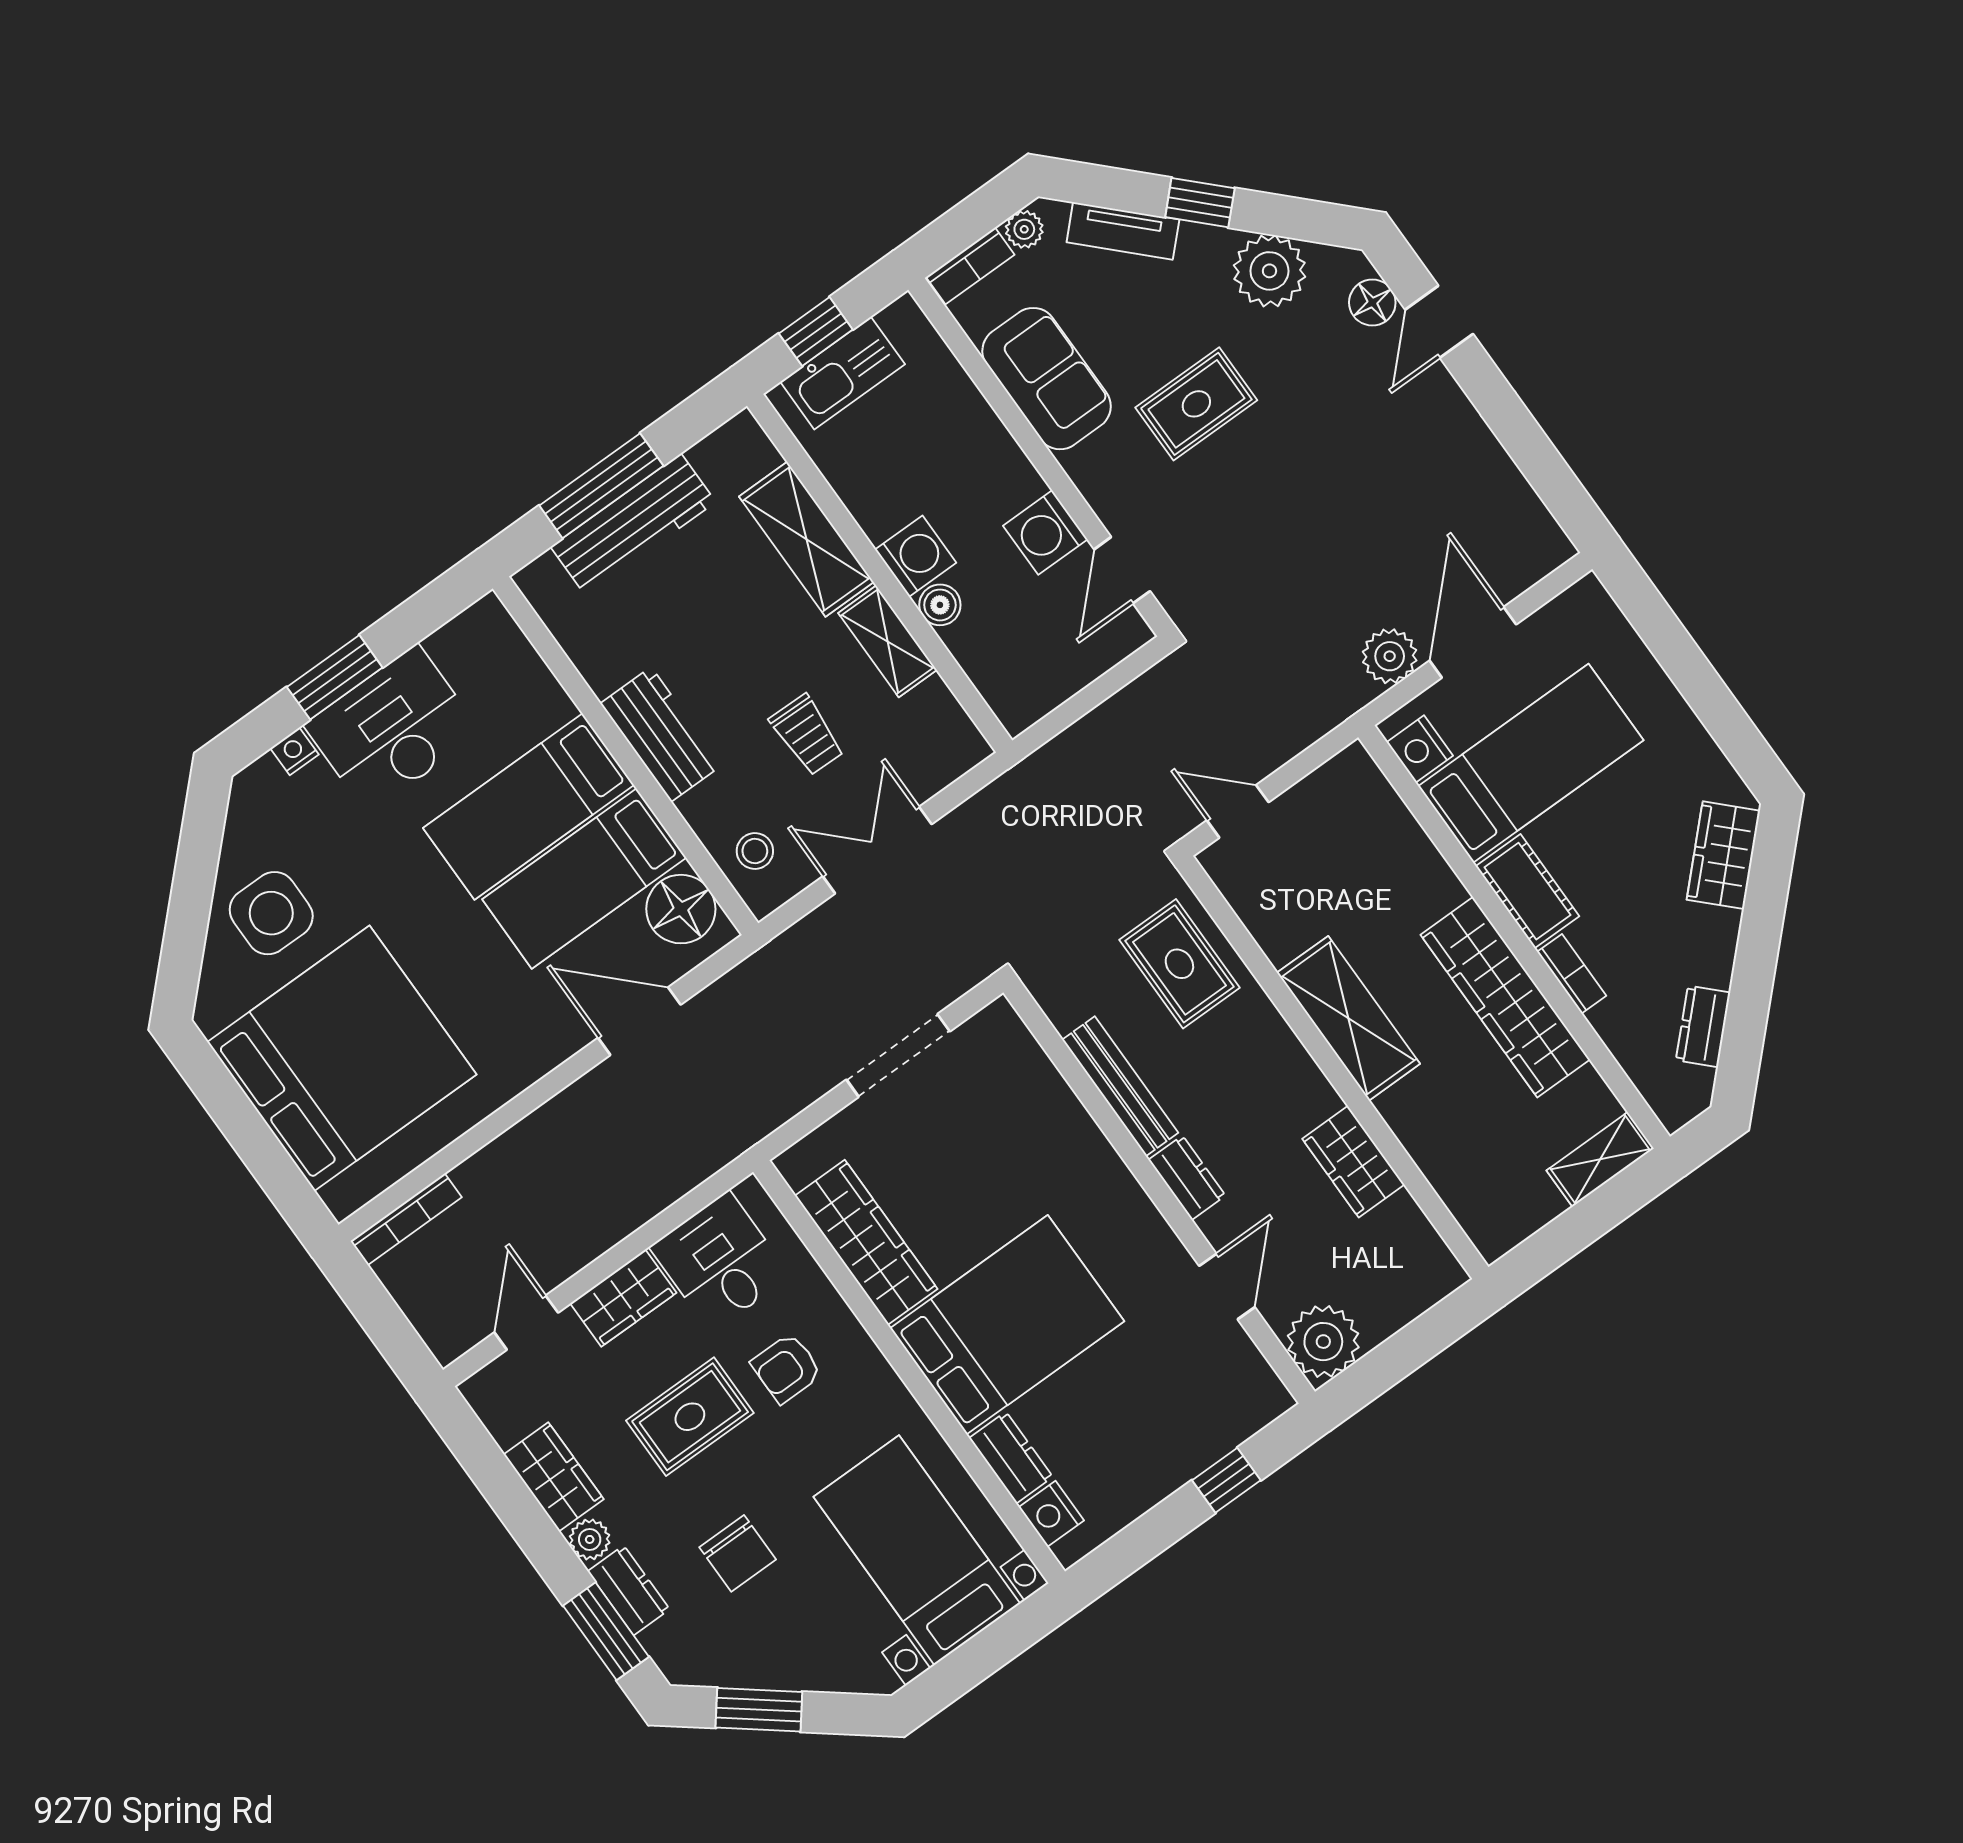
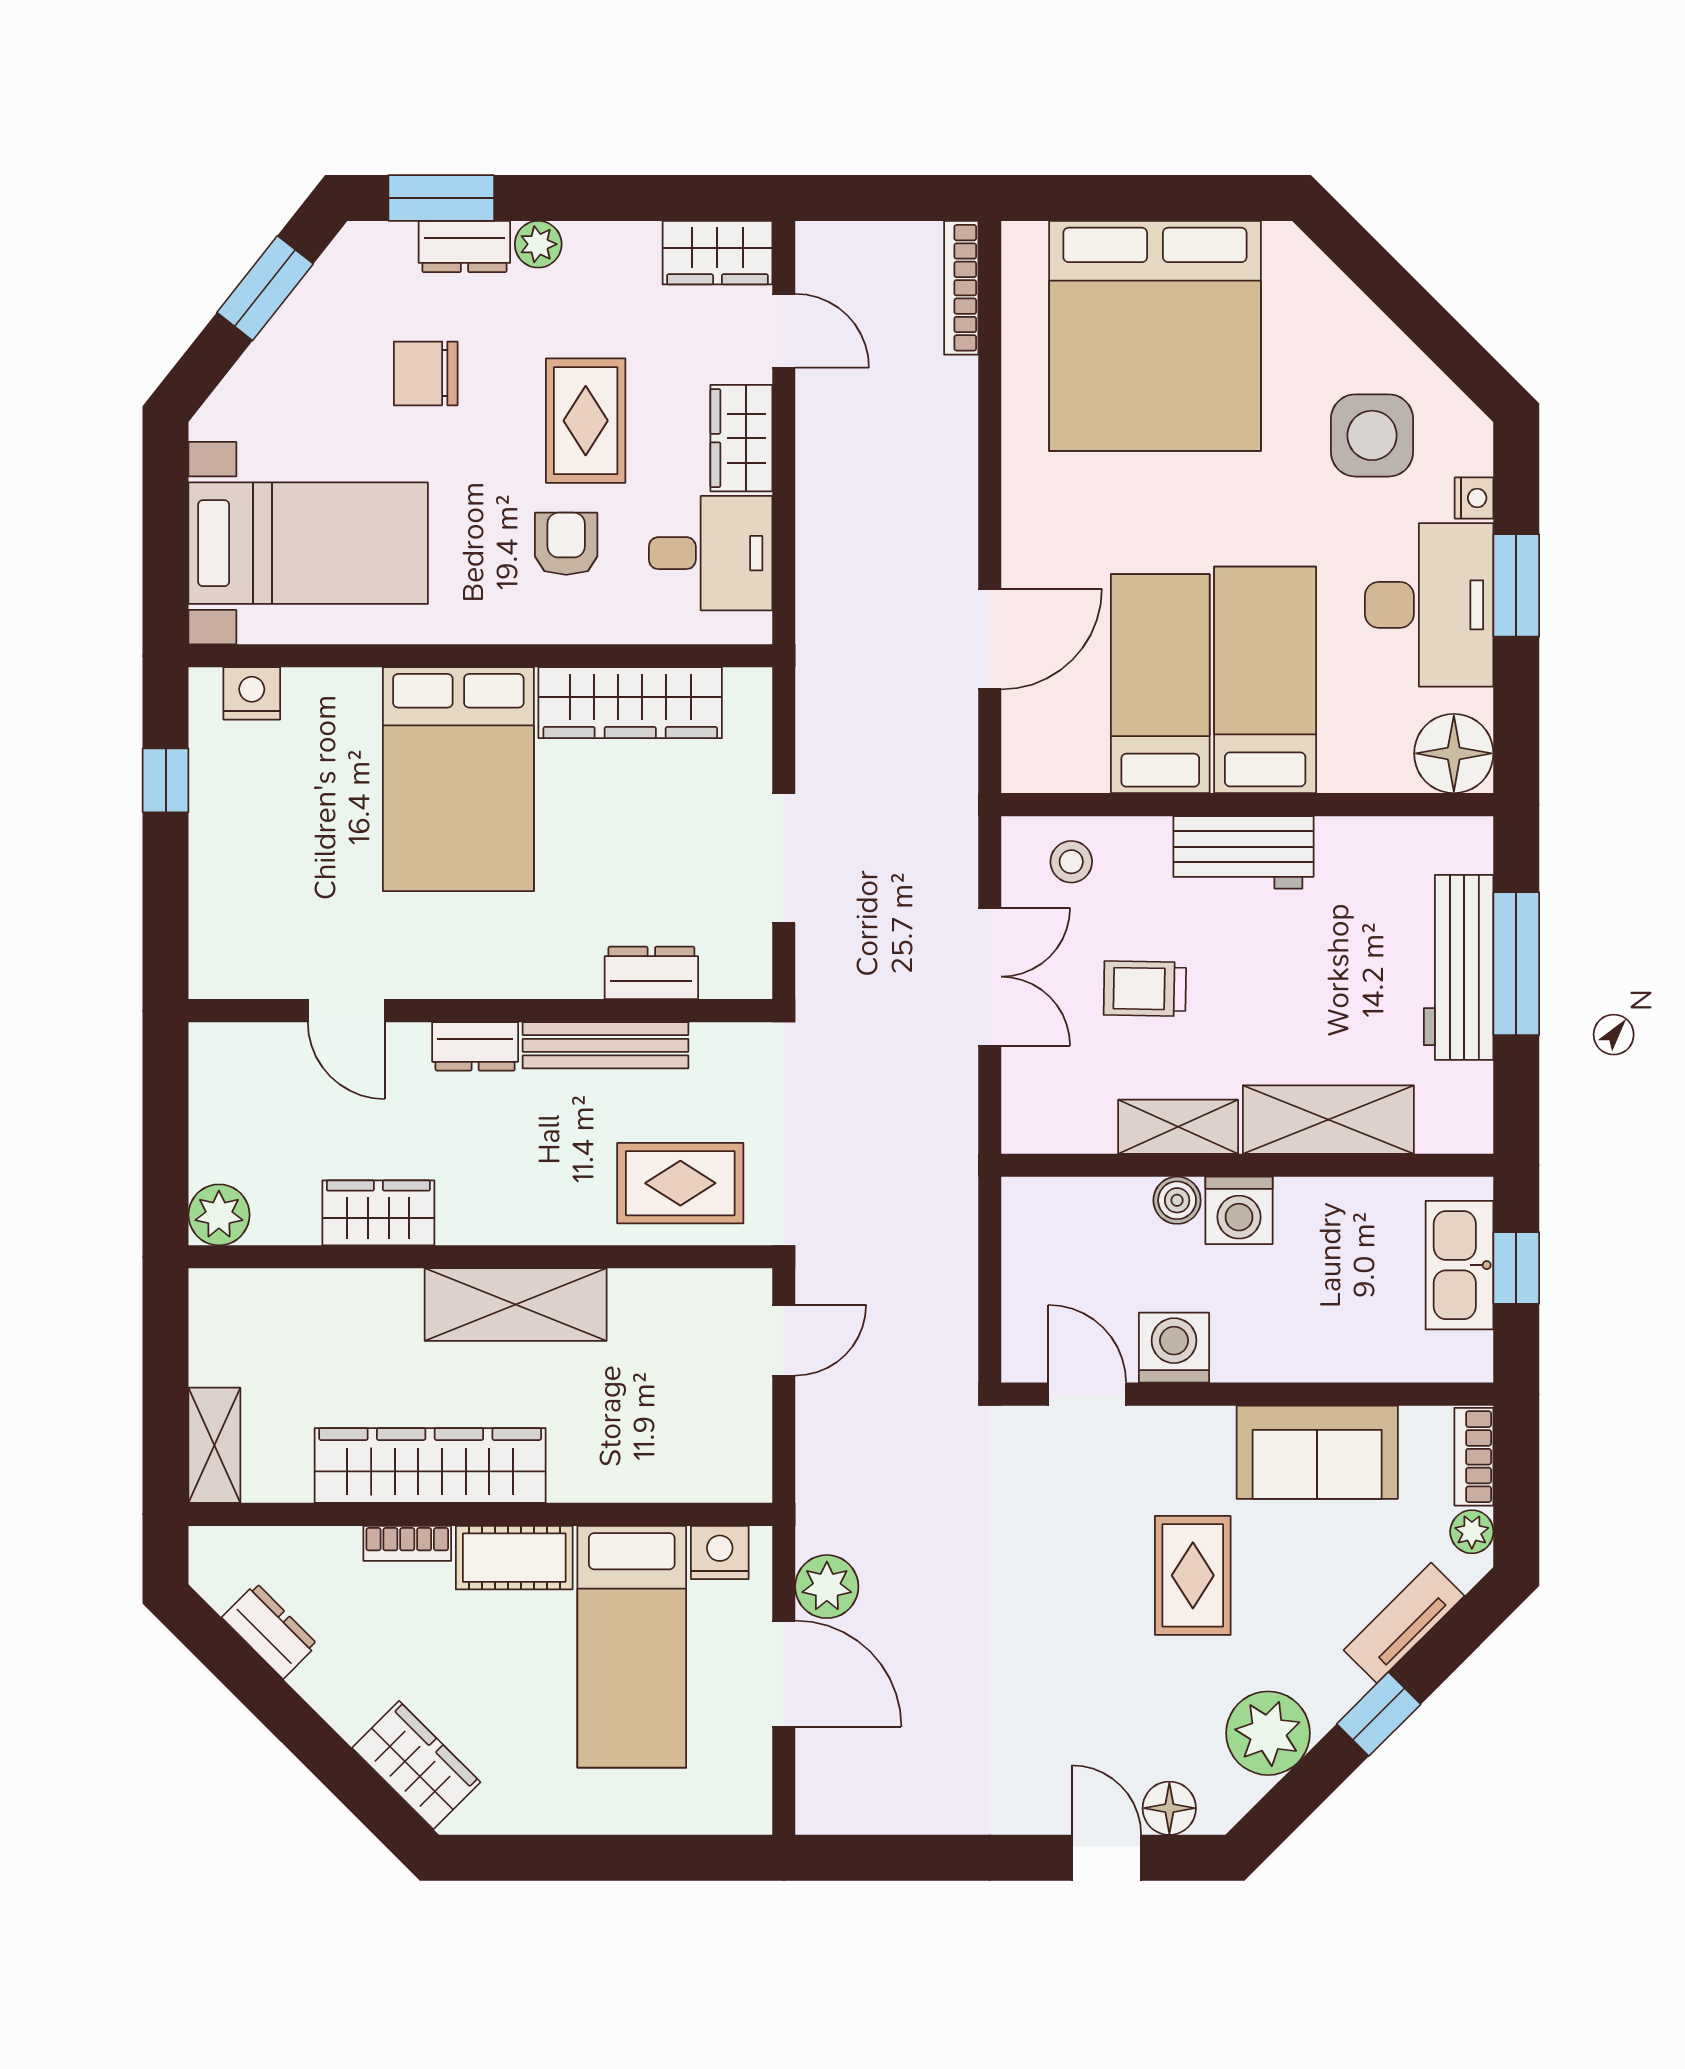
floor lamp: (681, 909) -> (1454, 753), moved
side table: (271, 913) -> (1372, 435), moved
plant: (1323, 1342) -> (219, 1215), moved, width x0.73, depth x0.73
dresser: (1011, 1458) -> (651, 973), moved, turned 180
wardrobe: (554, 1477) -> (717, 253), moved
window: (1226, 1480) -> (166, 780), moved

